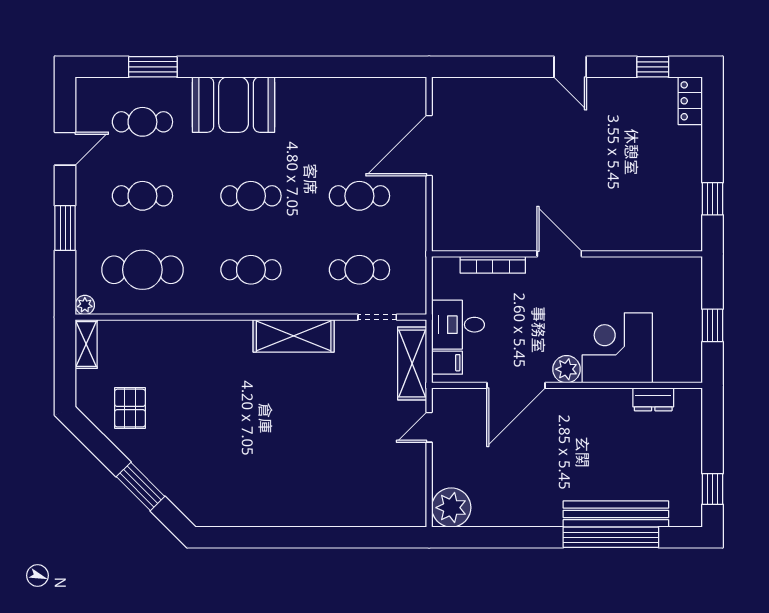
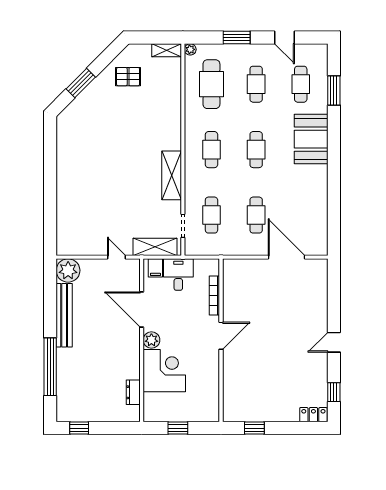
bench: (616, 514) -> (64, 315), moved

